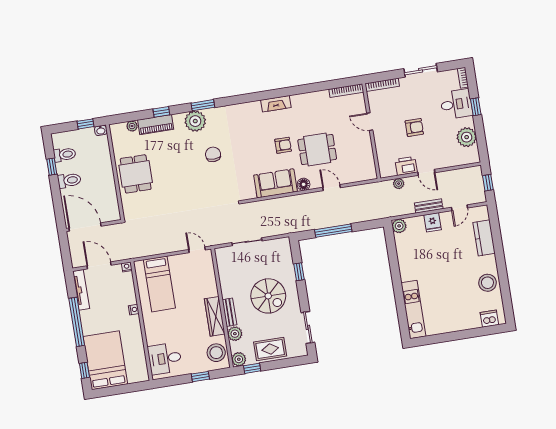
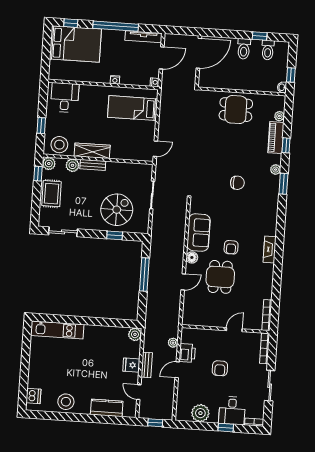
plant: (195, 121) -> (276, 170), width x0.53, depth x0.53
spiral stairs: (268, 296) -> (117, 210), moved, turned 180

